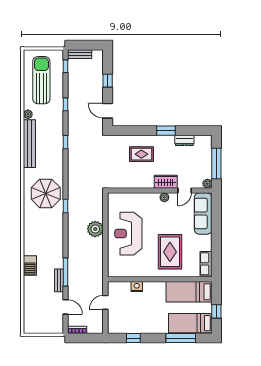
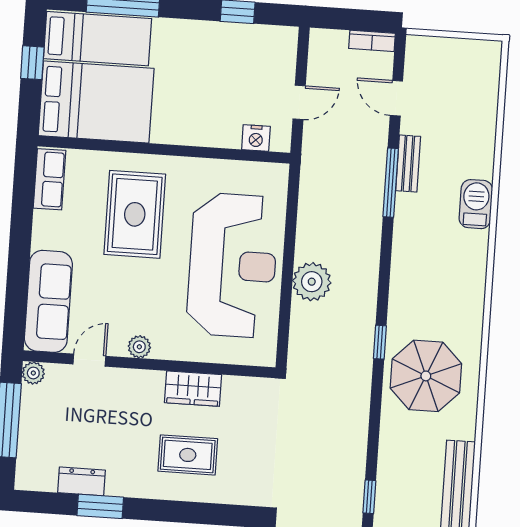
window: (166, 131) -> (100, 506), moved
wardrobe: (166, 182) -> (193, 389), moved
reception desk: (128, 234) -> (233, 265), width x1.36, depth x1.30
nightstand: (137, 287) -> (256, 138), moved
bed: (189, 292) -> (96, 102), width x1.50

